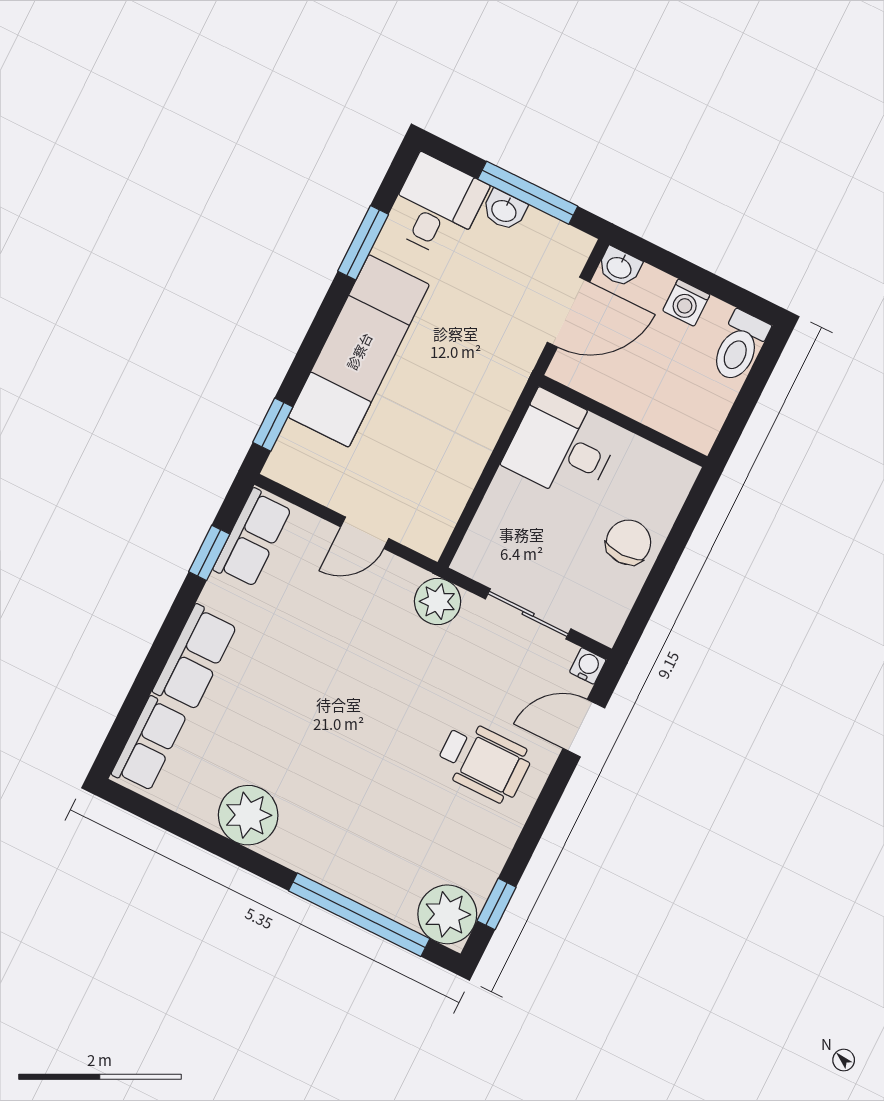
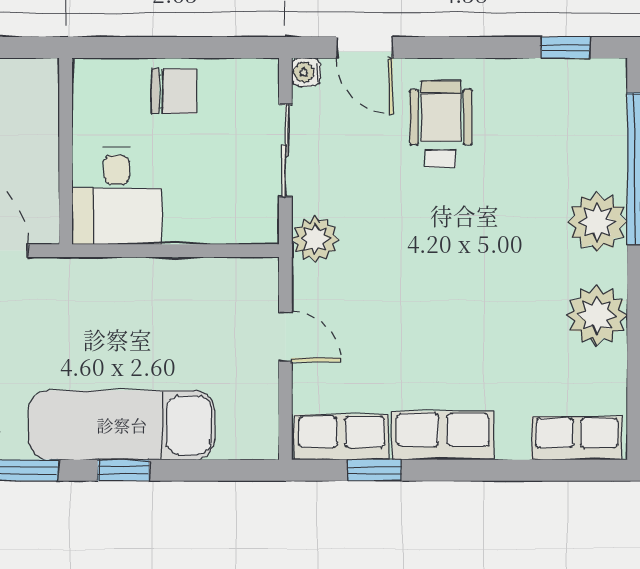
window: (273, 425) -> (123, 470), moved
chair: (628, 542) -> (174, 91), turned 180
row of seats: (195, 658) -> (443, 436), moved
plant: (447, 914) -> (597, 222), moved

